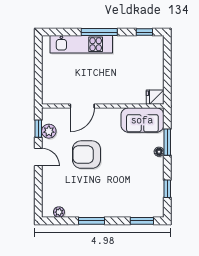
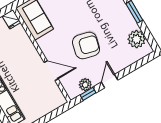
armchair: (86, 155) -> (86, 46), turned -76
plant: (59, 212) -> (137, 39), width x1.88, depth x1.88

